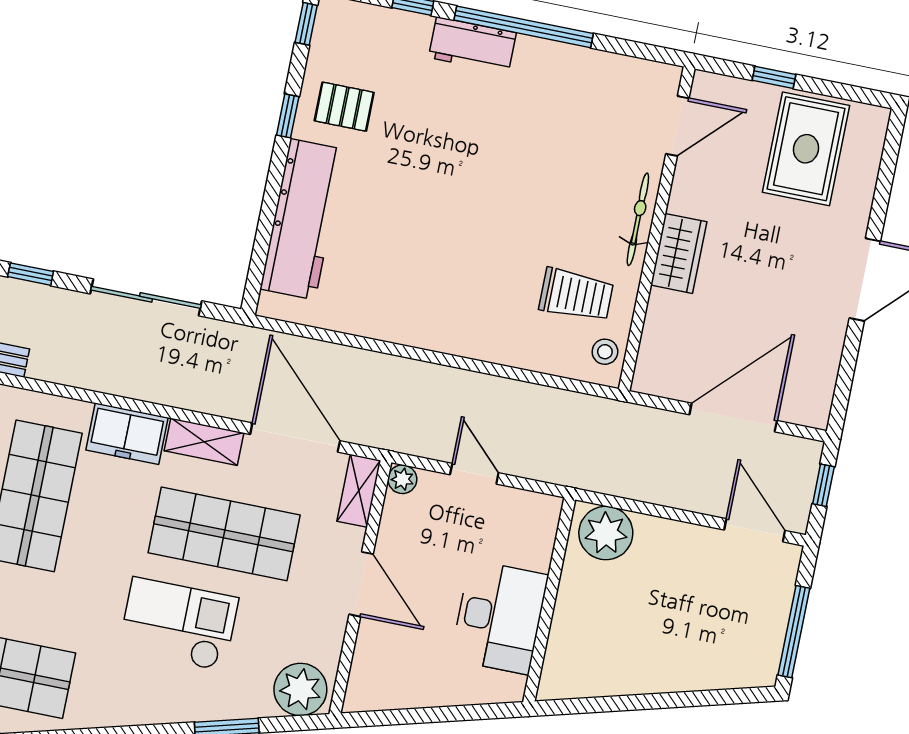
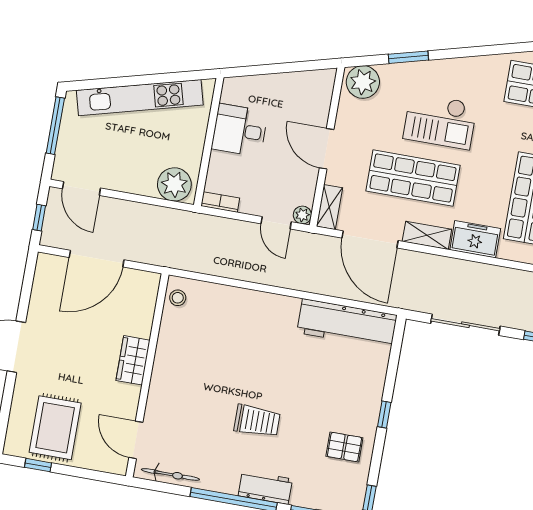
window: (774, 77) -> (38, 465), moved
window: (288, 116) -> (384, 415), moved
door: (677, 126) -> (136, 440), hinge flipped
workbench: (303, 219) -> (347, 324), moved, turned -90
bicycle: (638, 219) -> (170, 474), moved, turned -90
trolley: (576, 295) -> (257, 421), moved, turned 180
door: (474, 474) -> (276, 223), moved
bookcase: (533, 503) -> (220, 202), added
desk: (499, 617) -> (240, 130), width x0.73
kitchen unit: (658, 673) -> (140, 98), added

